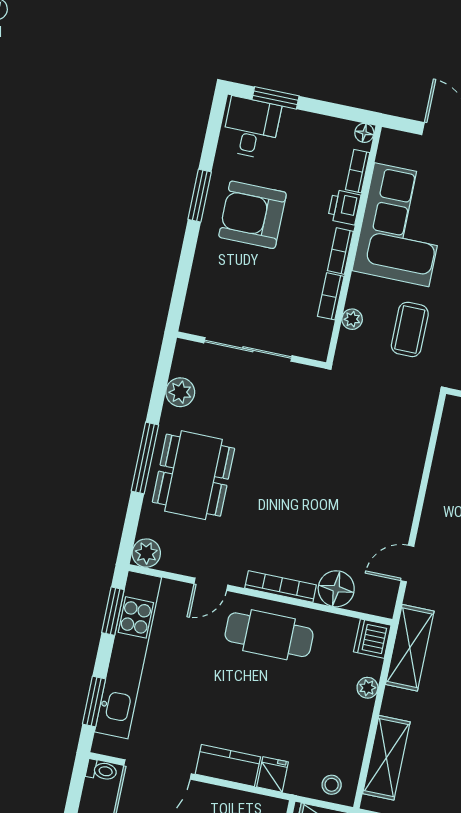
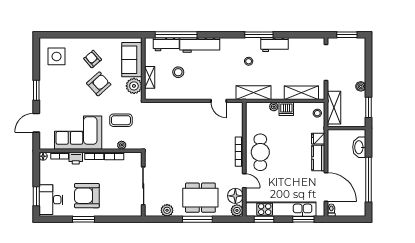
desk: (251, 128) -> (51, 200), width x1.37
armchair: (253, 215) -> (87, 196), turned 90
floor lamp: (336, 589) -> (235, 196), moved
dishwasher: (372, 639) -> (286, 109), moved

